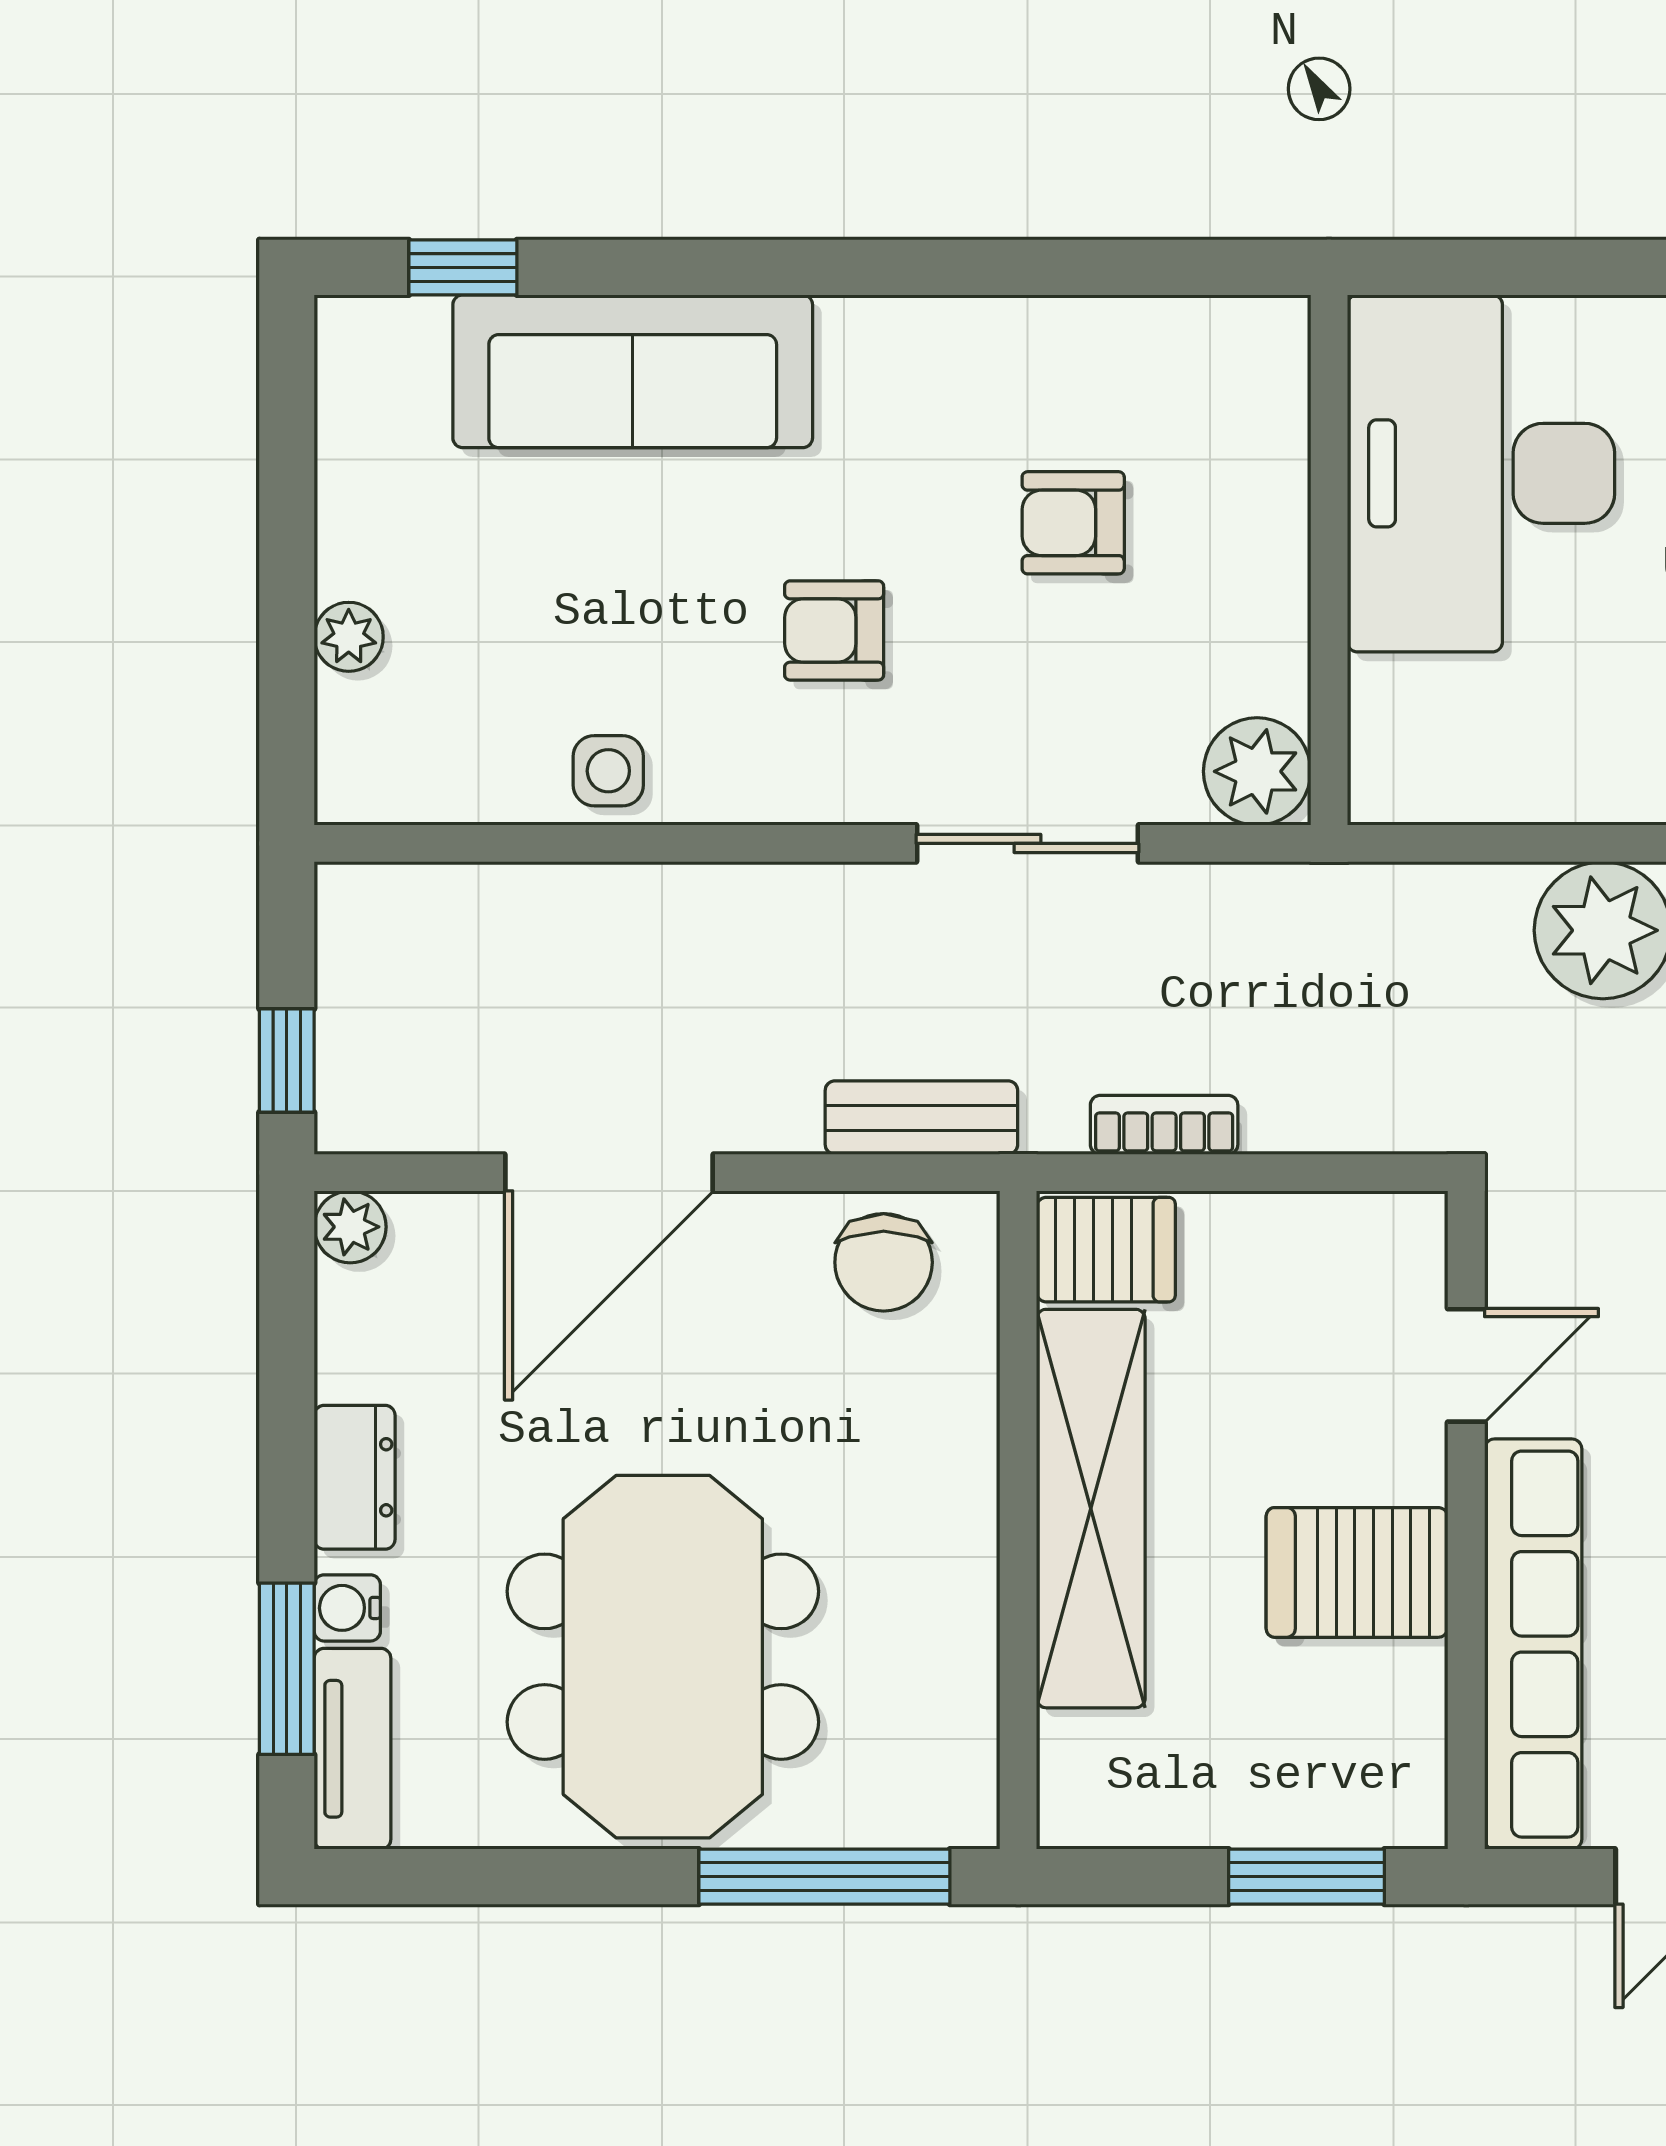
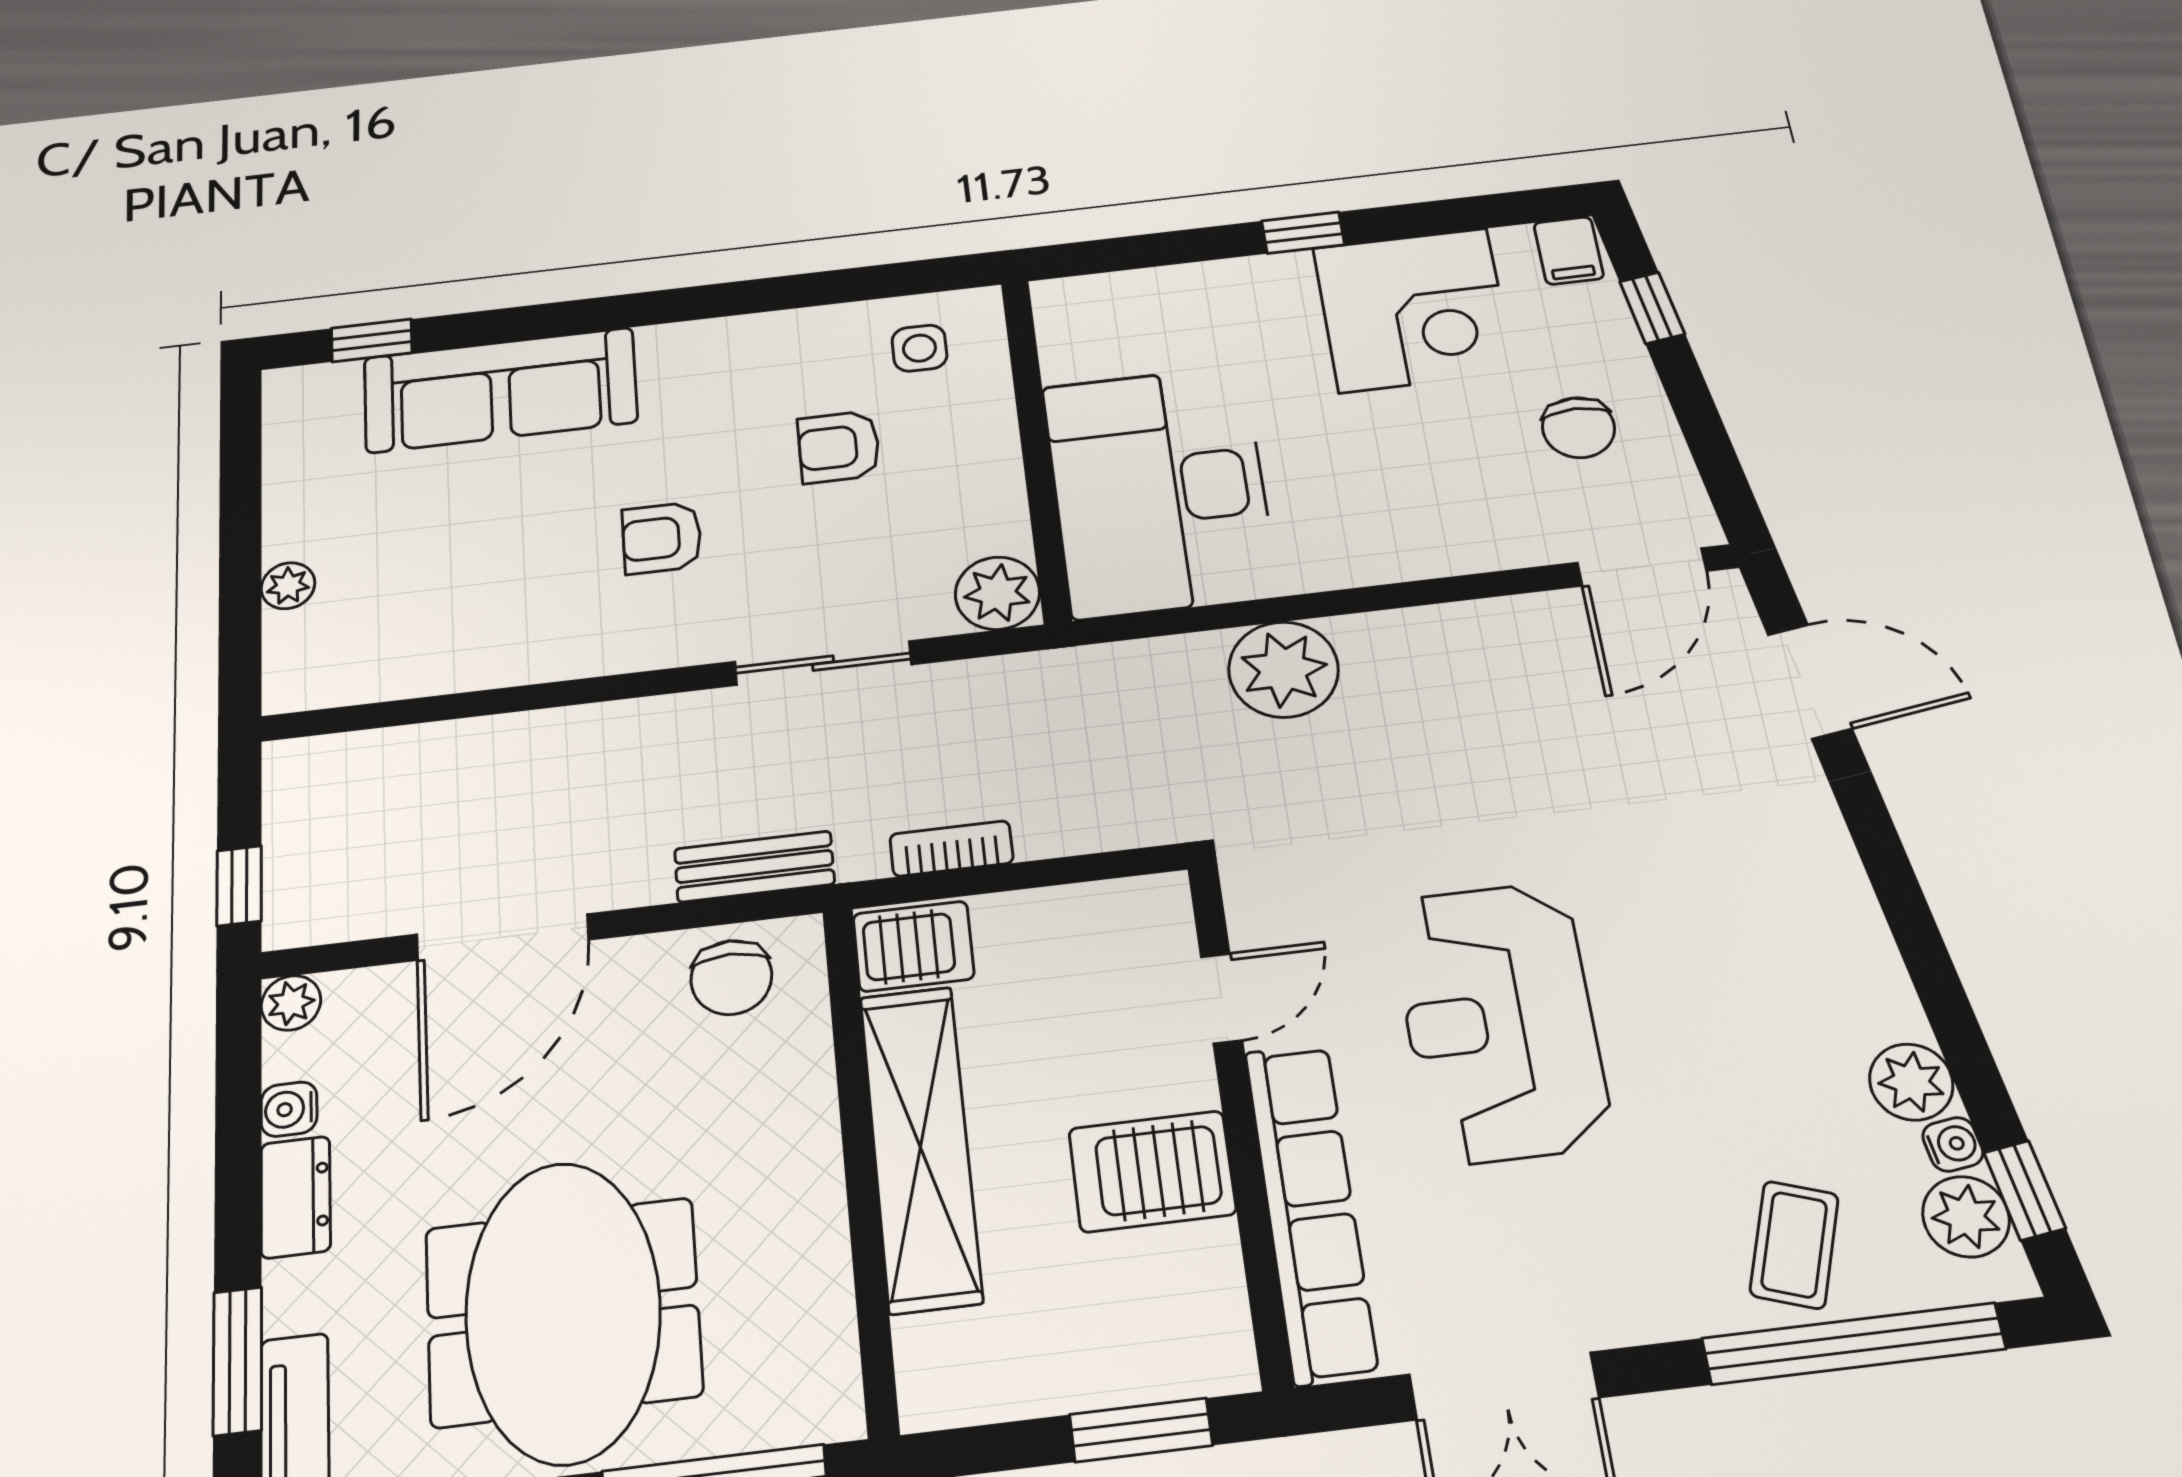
desk: (1481, 473) -> (1159, 491), moved
side table: (608, 771) -> (919, 348), moved
water cooler: (347, 1608) -> (289, 1109), moved

